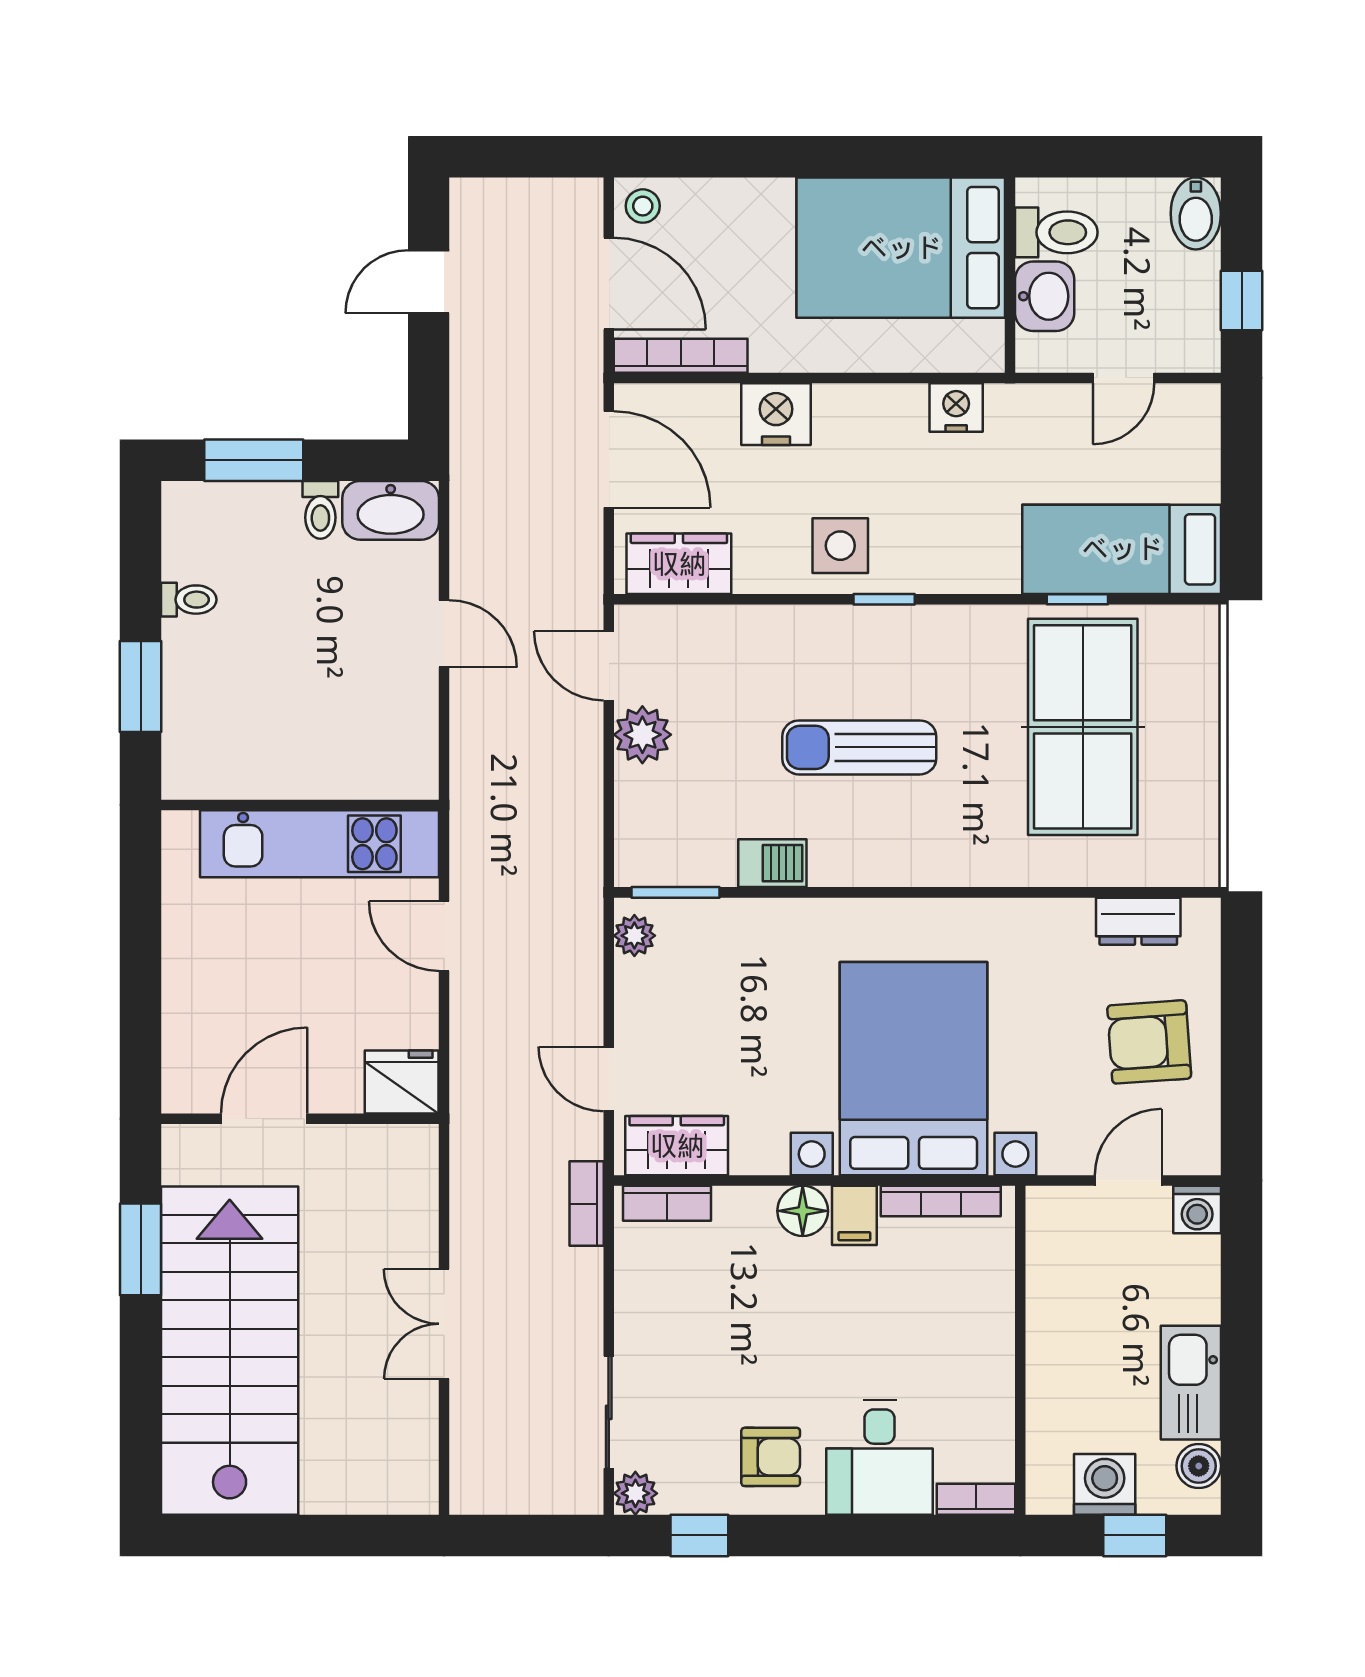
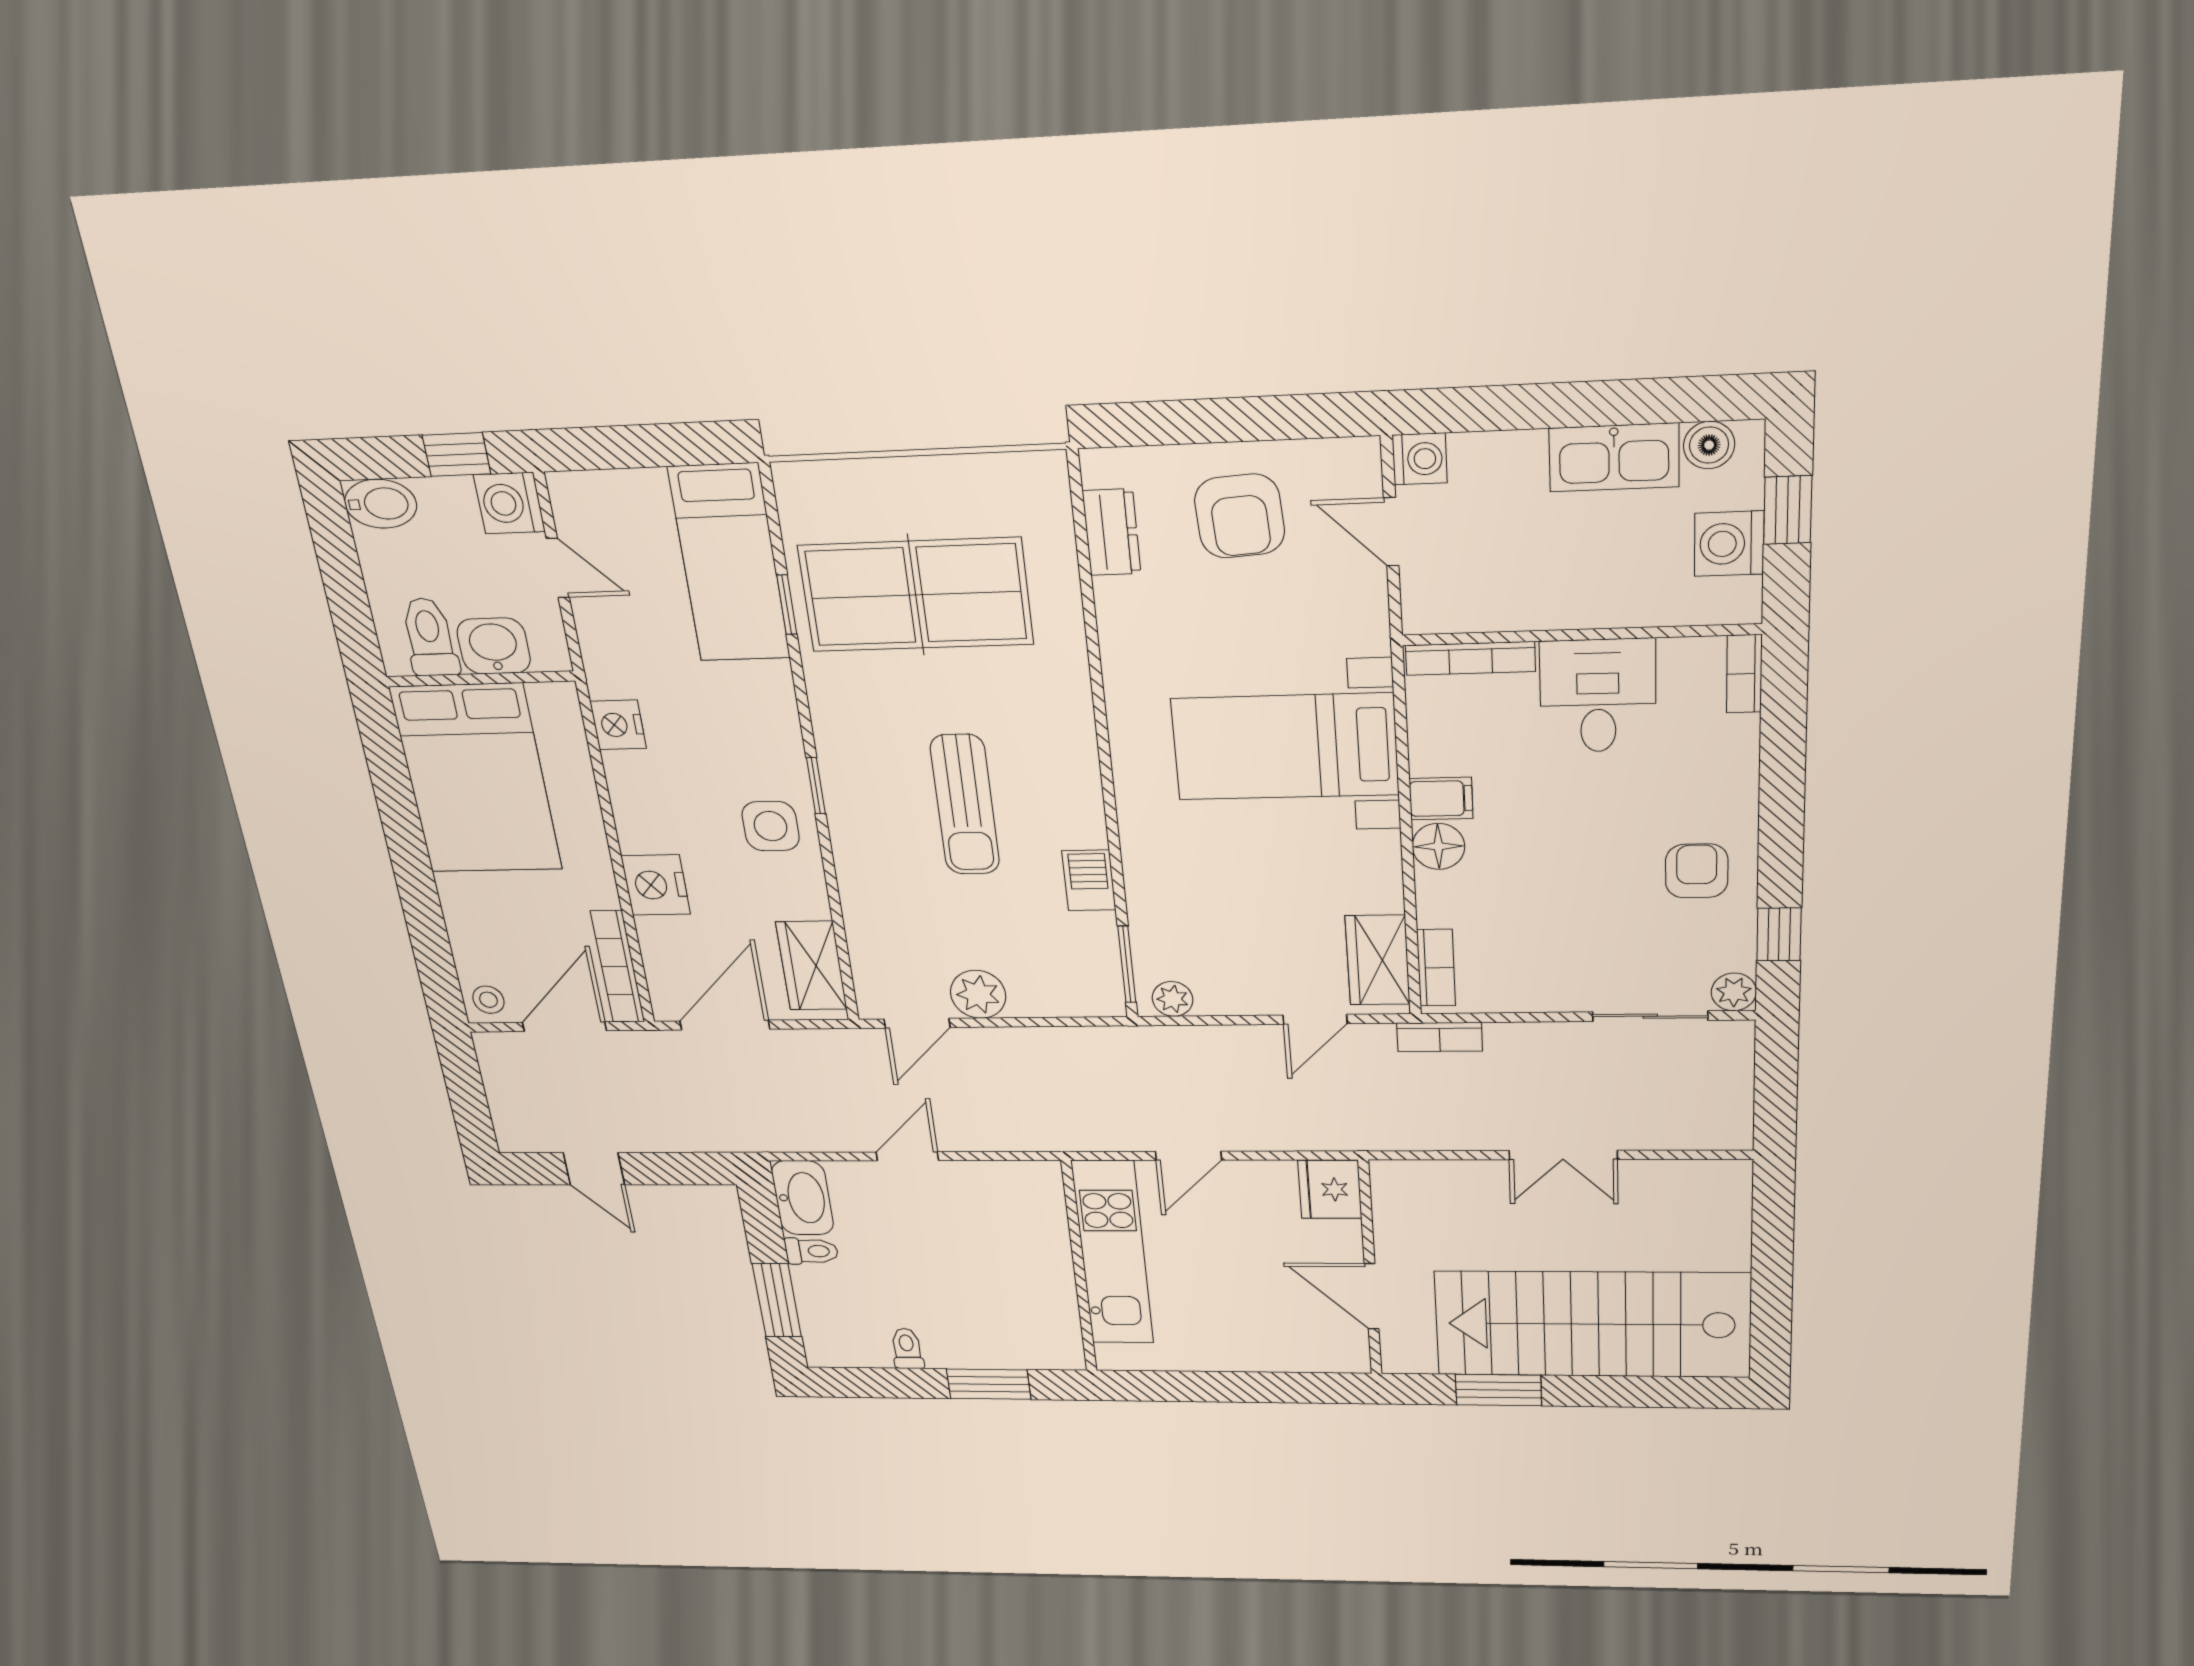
washing machine: (1191, 343) -> (509, 503), added
bed with nightstands: (914, 1069) -> (1285, 747), width x0.73
bookcase: (941, 1201) -> (1470, 658), moved, turned 90
desk: (880, 1458) -> (1598, 696), moved, turned -90

